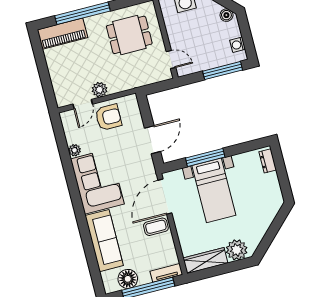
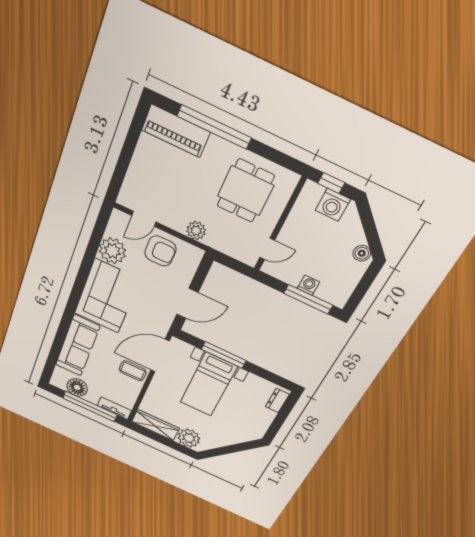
dining table: (129, 35) -> (246, 191), turned 90
washing machine: (238, 45) -> (308, 285), moved, turned 90
door: (171, 59) -> (267, 249), hinge flipped
plant: (100, 90) -> (196, 231), moved
plant: (75, 150) -> (112, 251), width x1.88, depth x1.88

